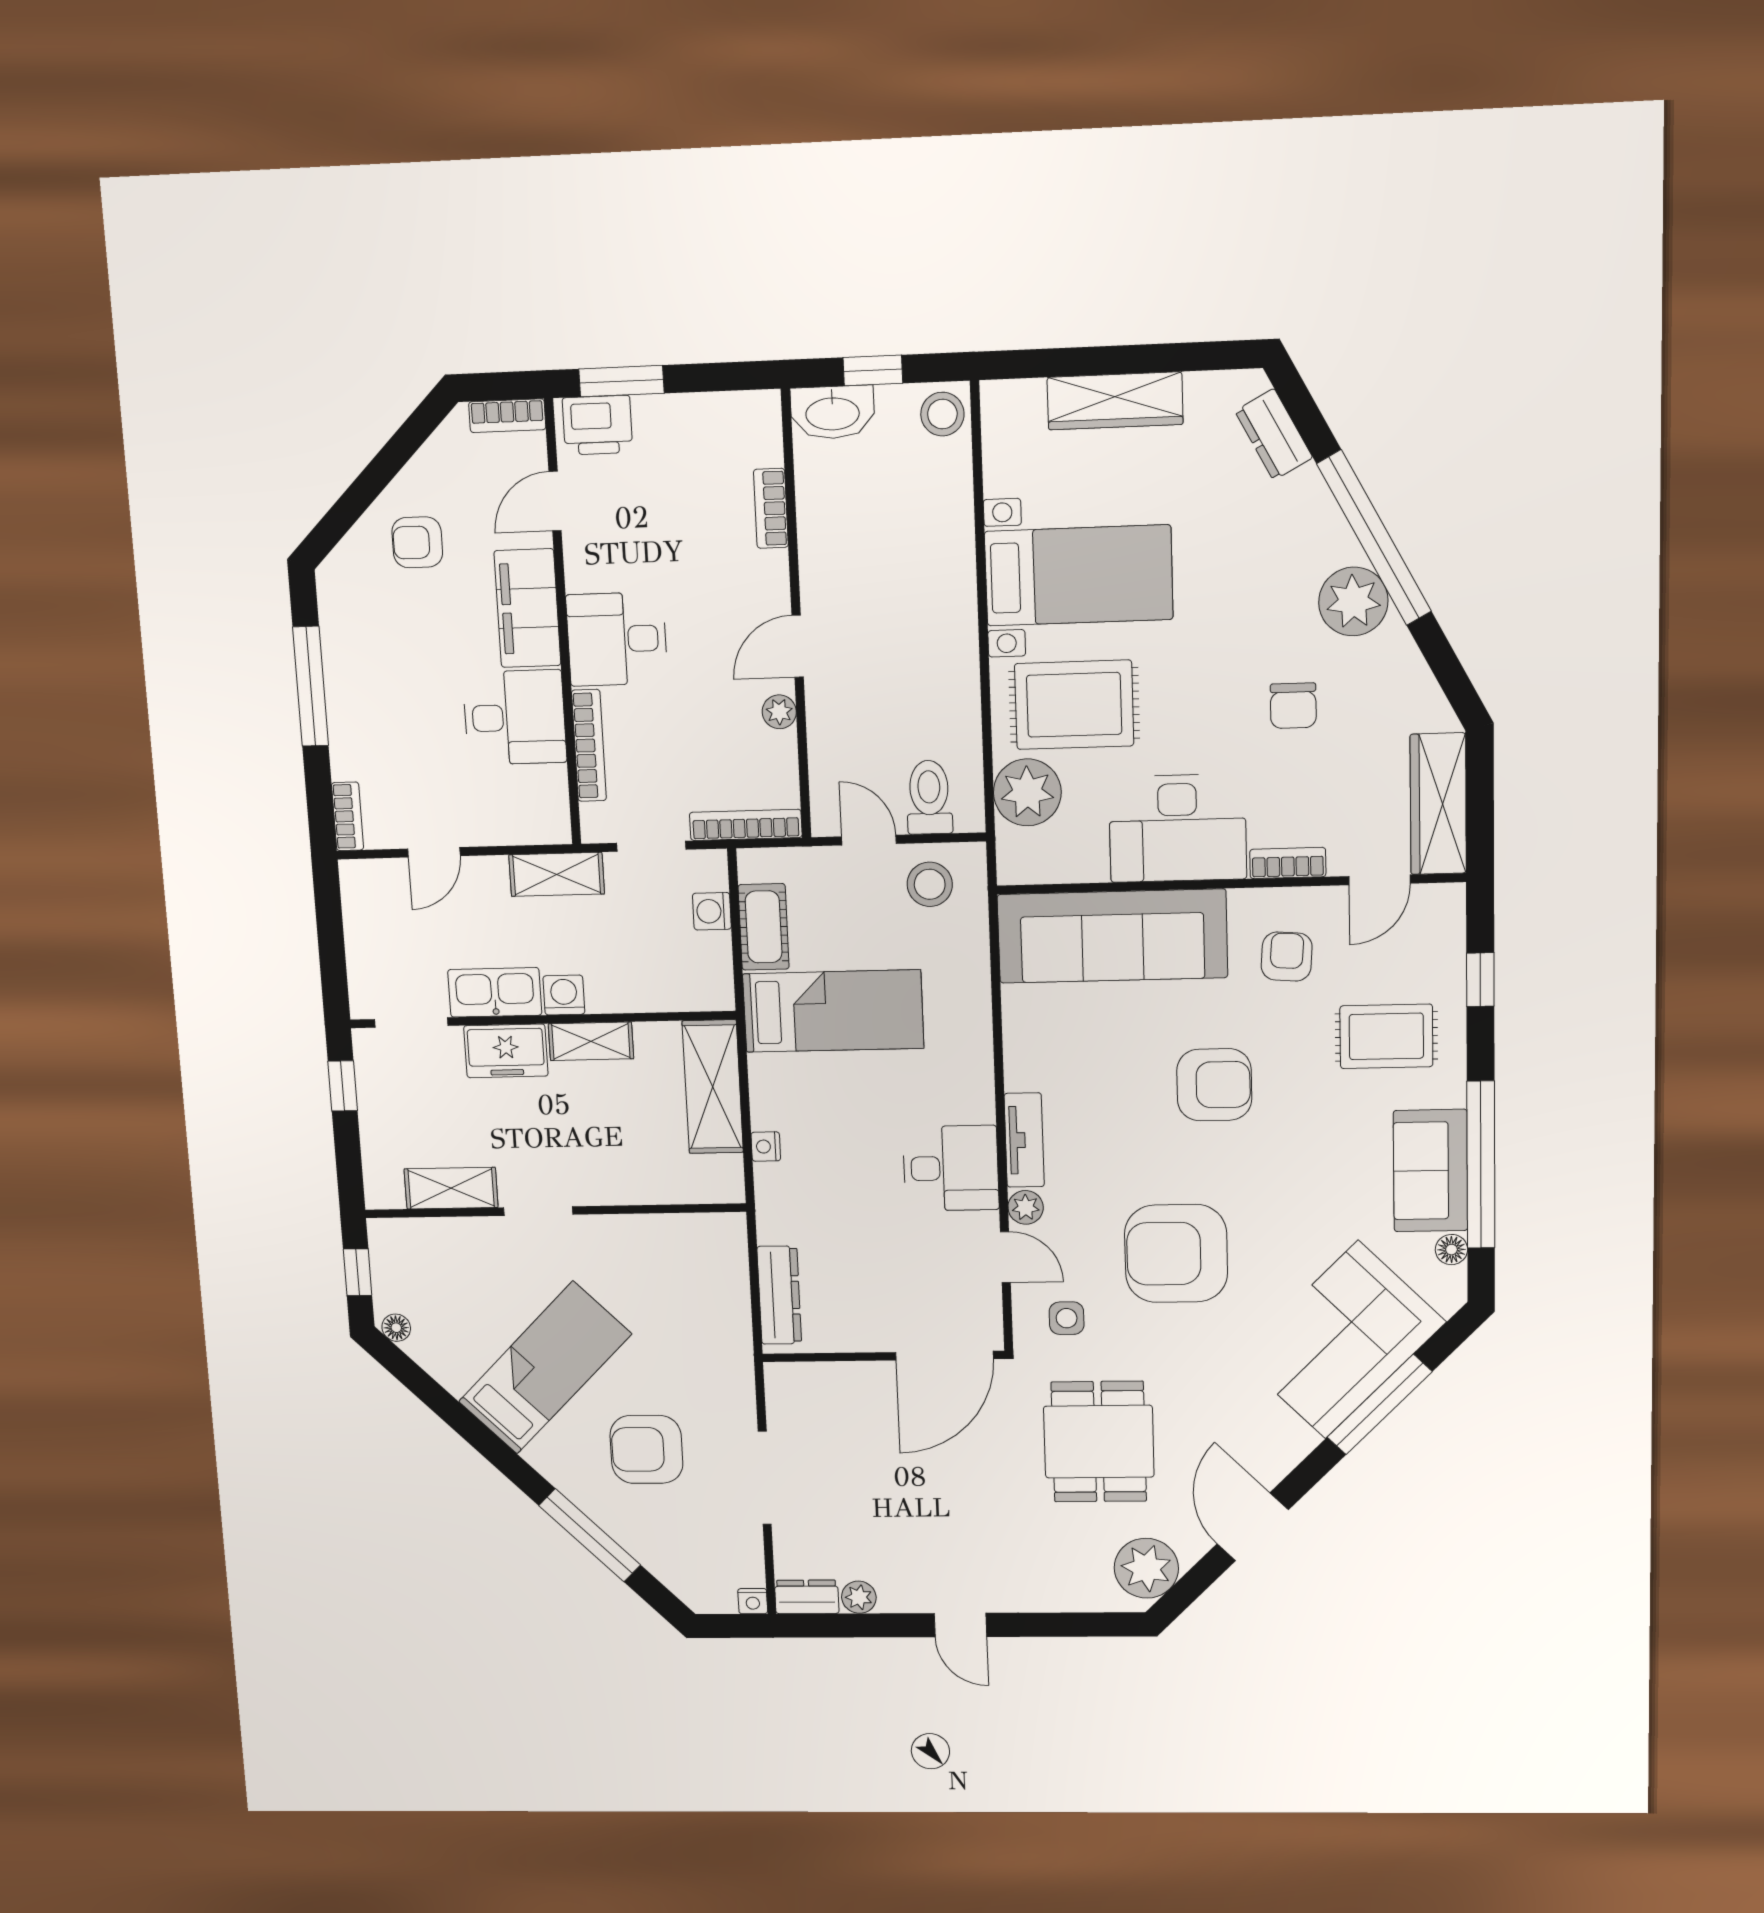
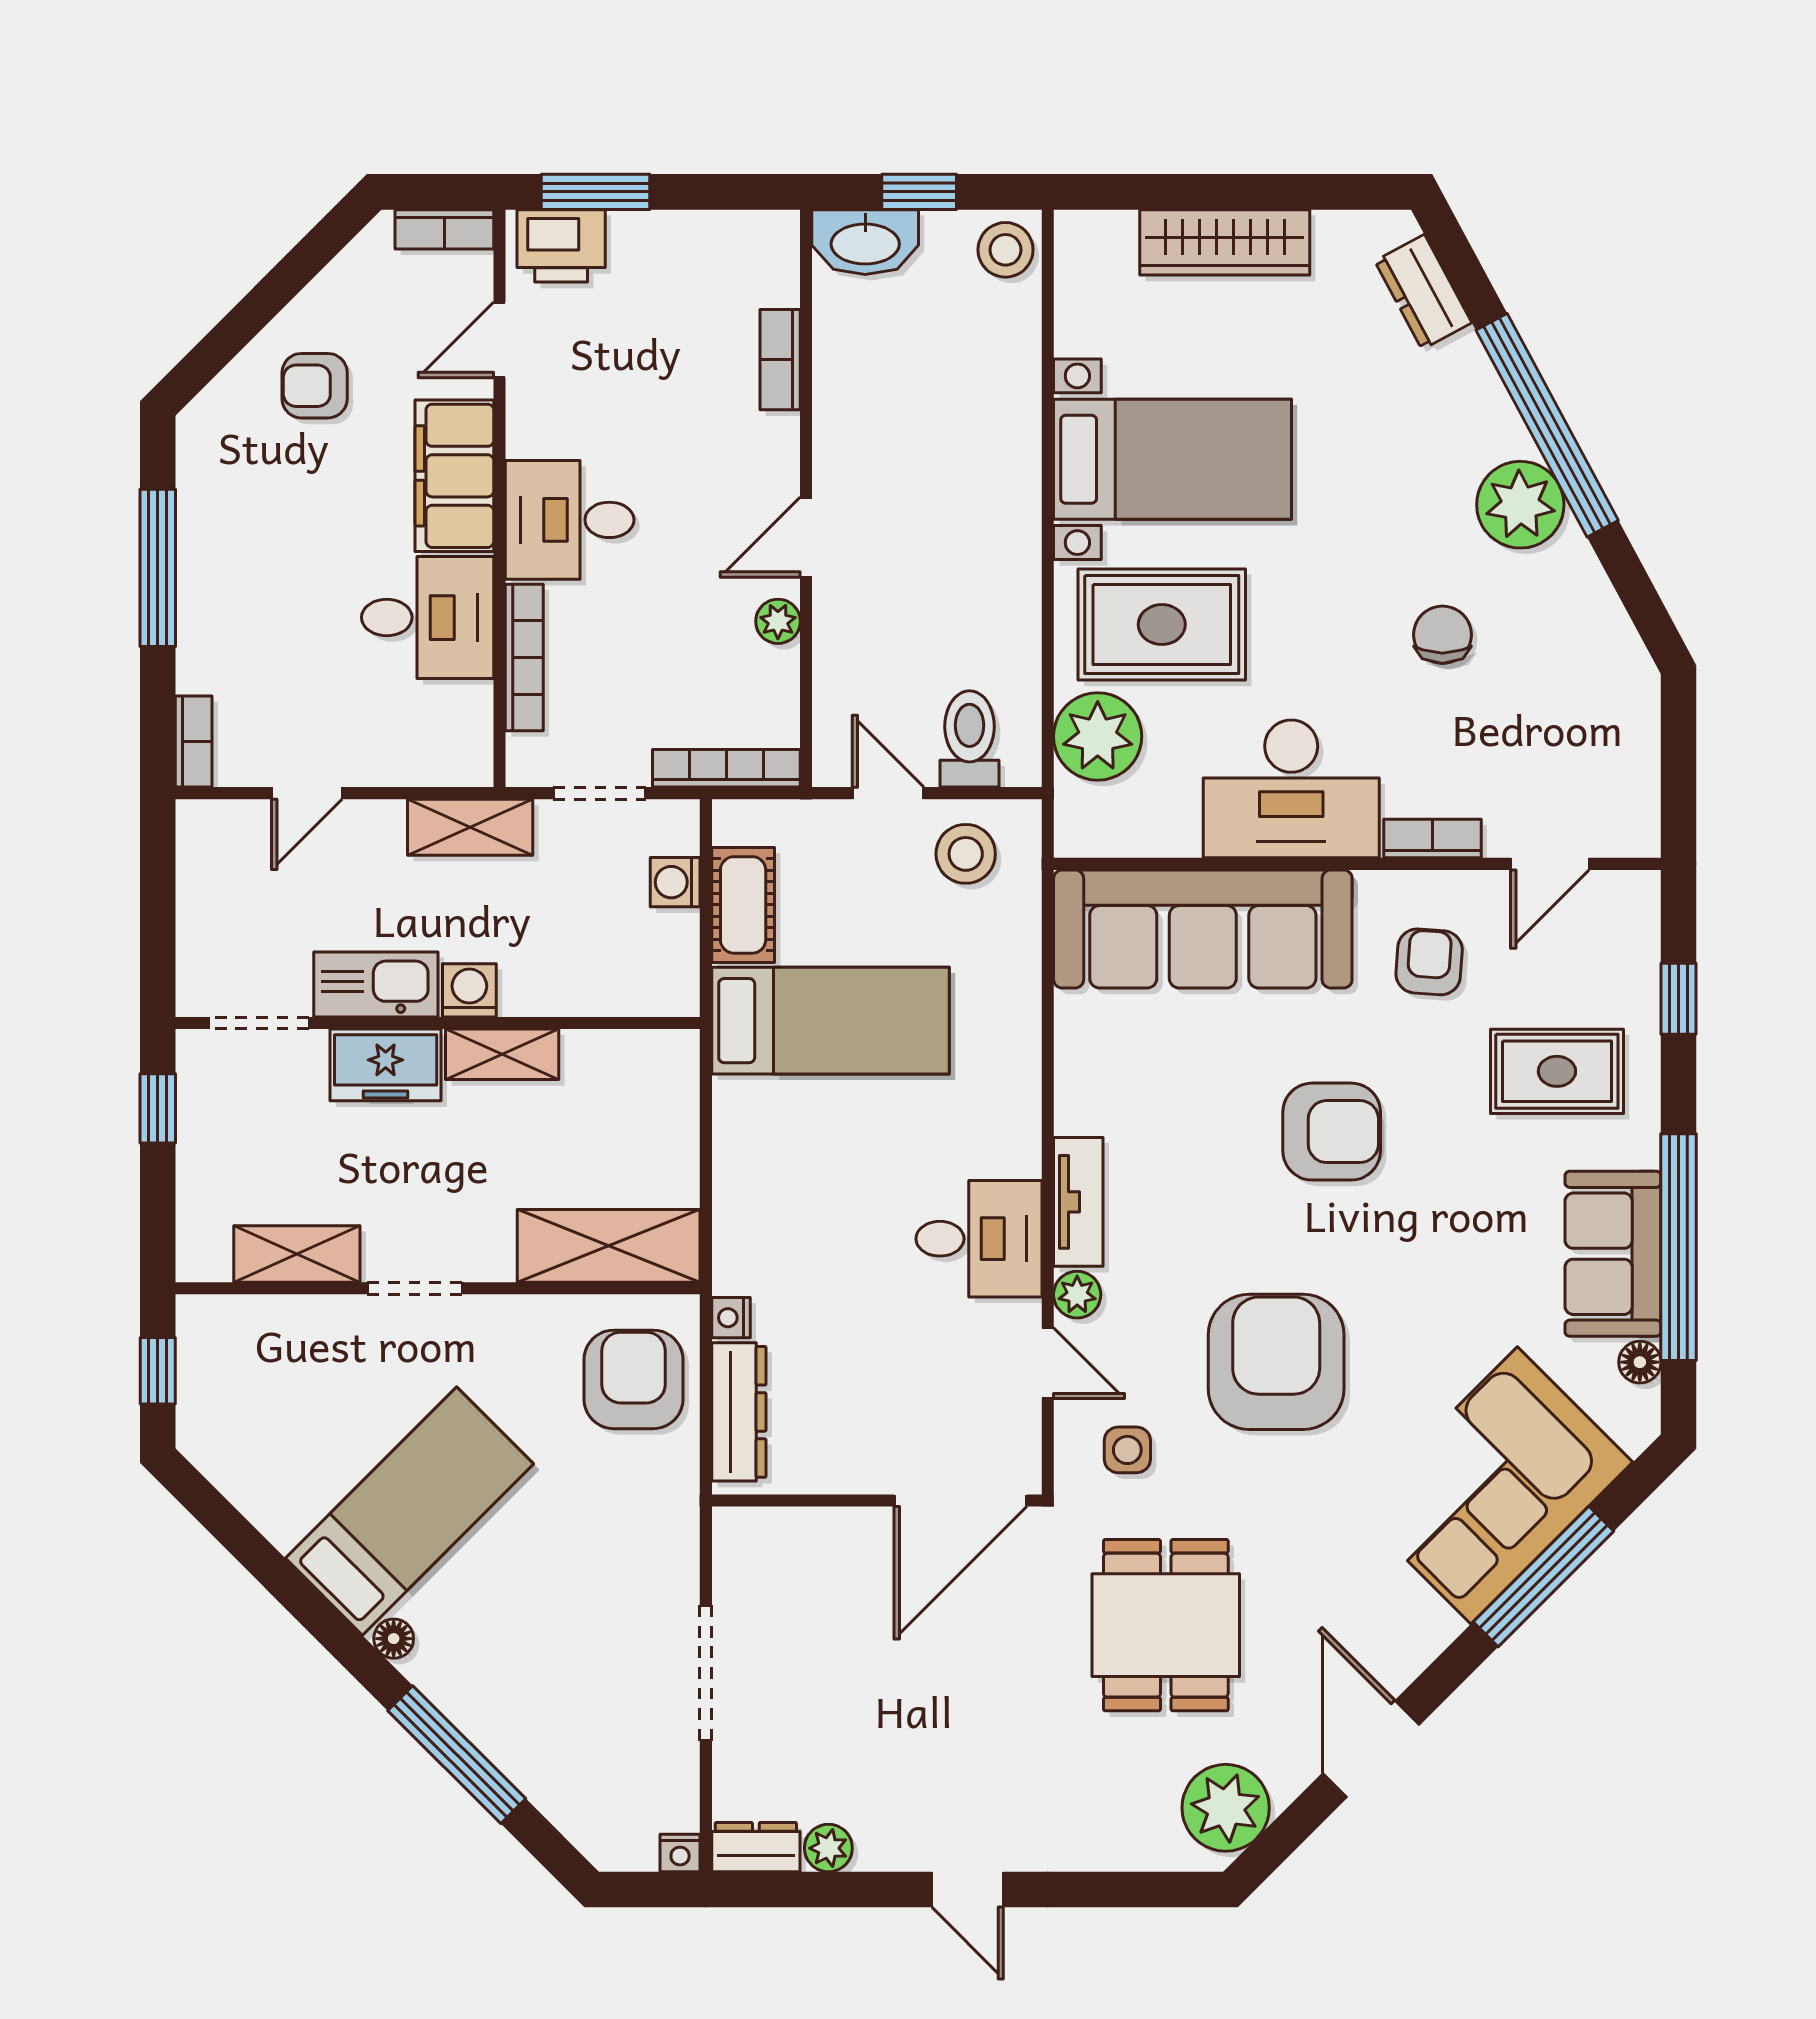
chair: (1293, 706) -> (1442, 635), turned 180
wardrobe: (1438, 804) -> (1626, 767), removed
shelving: (713, 1087) -> (609, 1246), moved, turned 90
nightstand: (766, 1147) -> (731, 1318), moved
armchair: (1176, 1253) -> (1276, 1362), turned 90
floor lamp: (396, 1328) -> (394, 1639), moved
armchair: (646, 1449) -> (633, 1379), moved, turned 90

